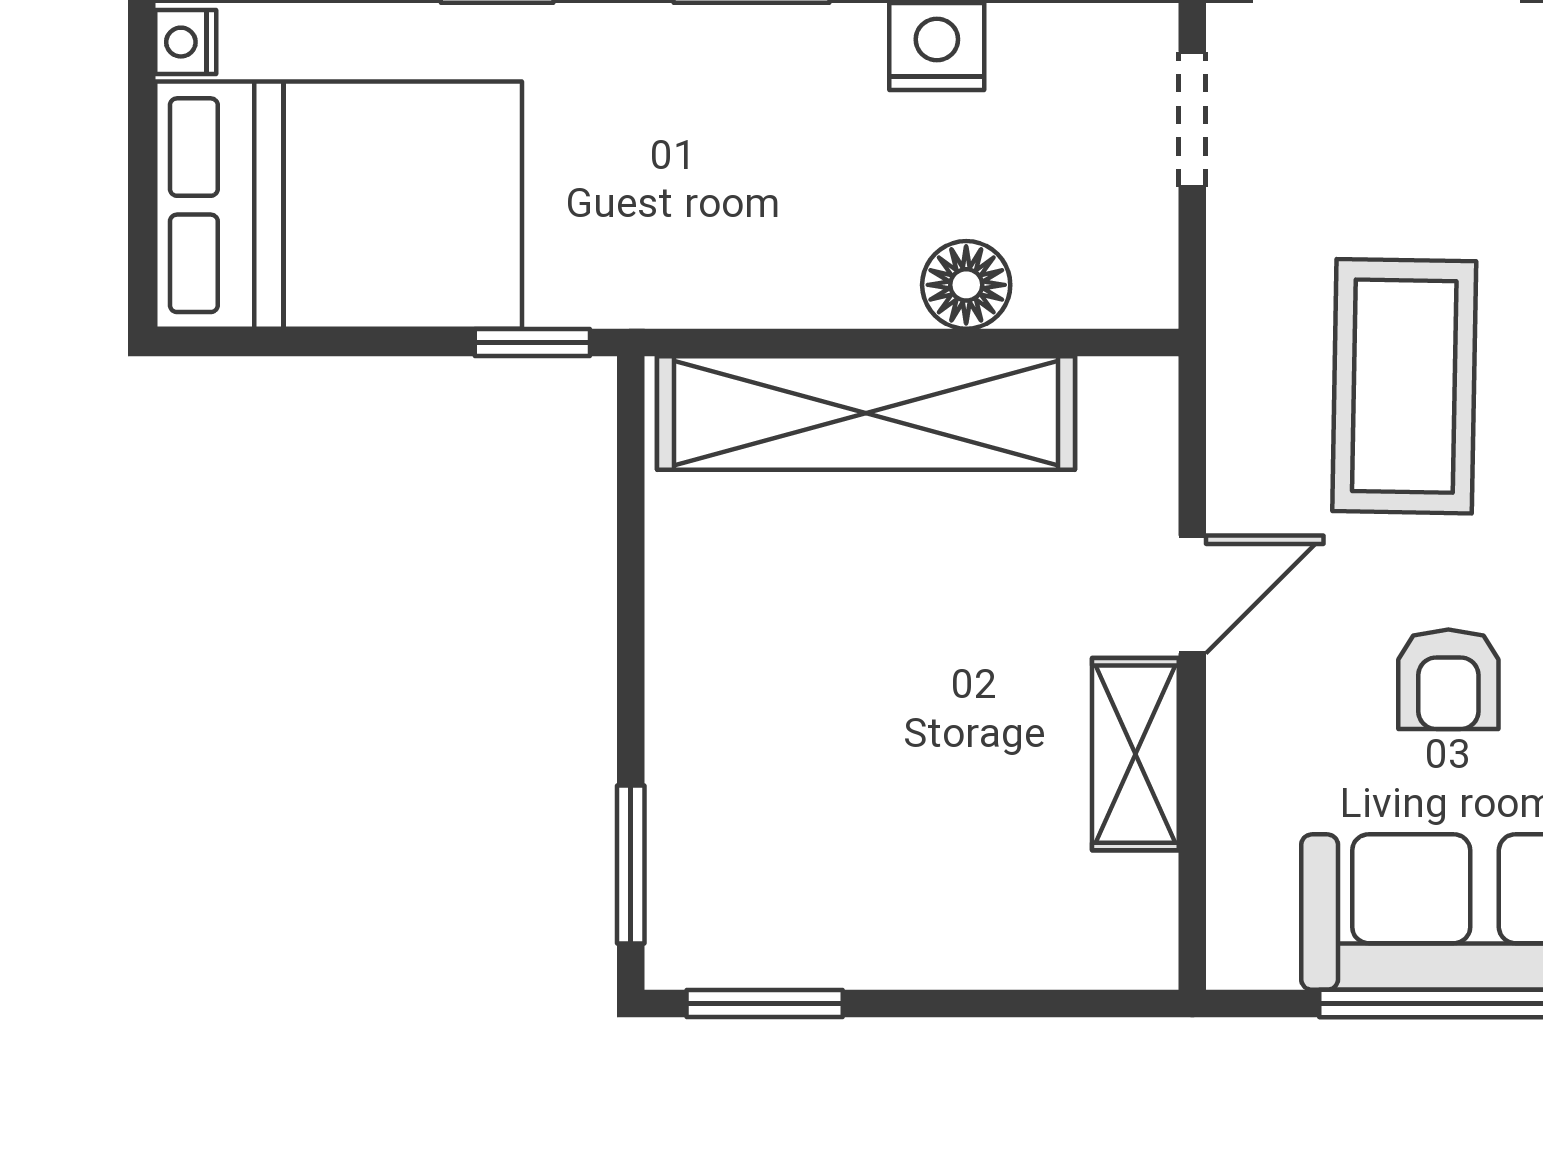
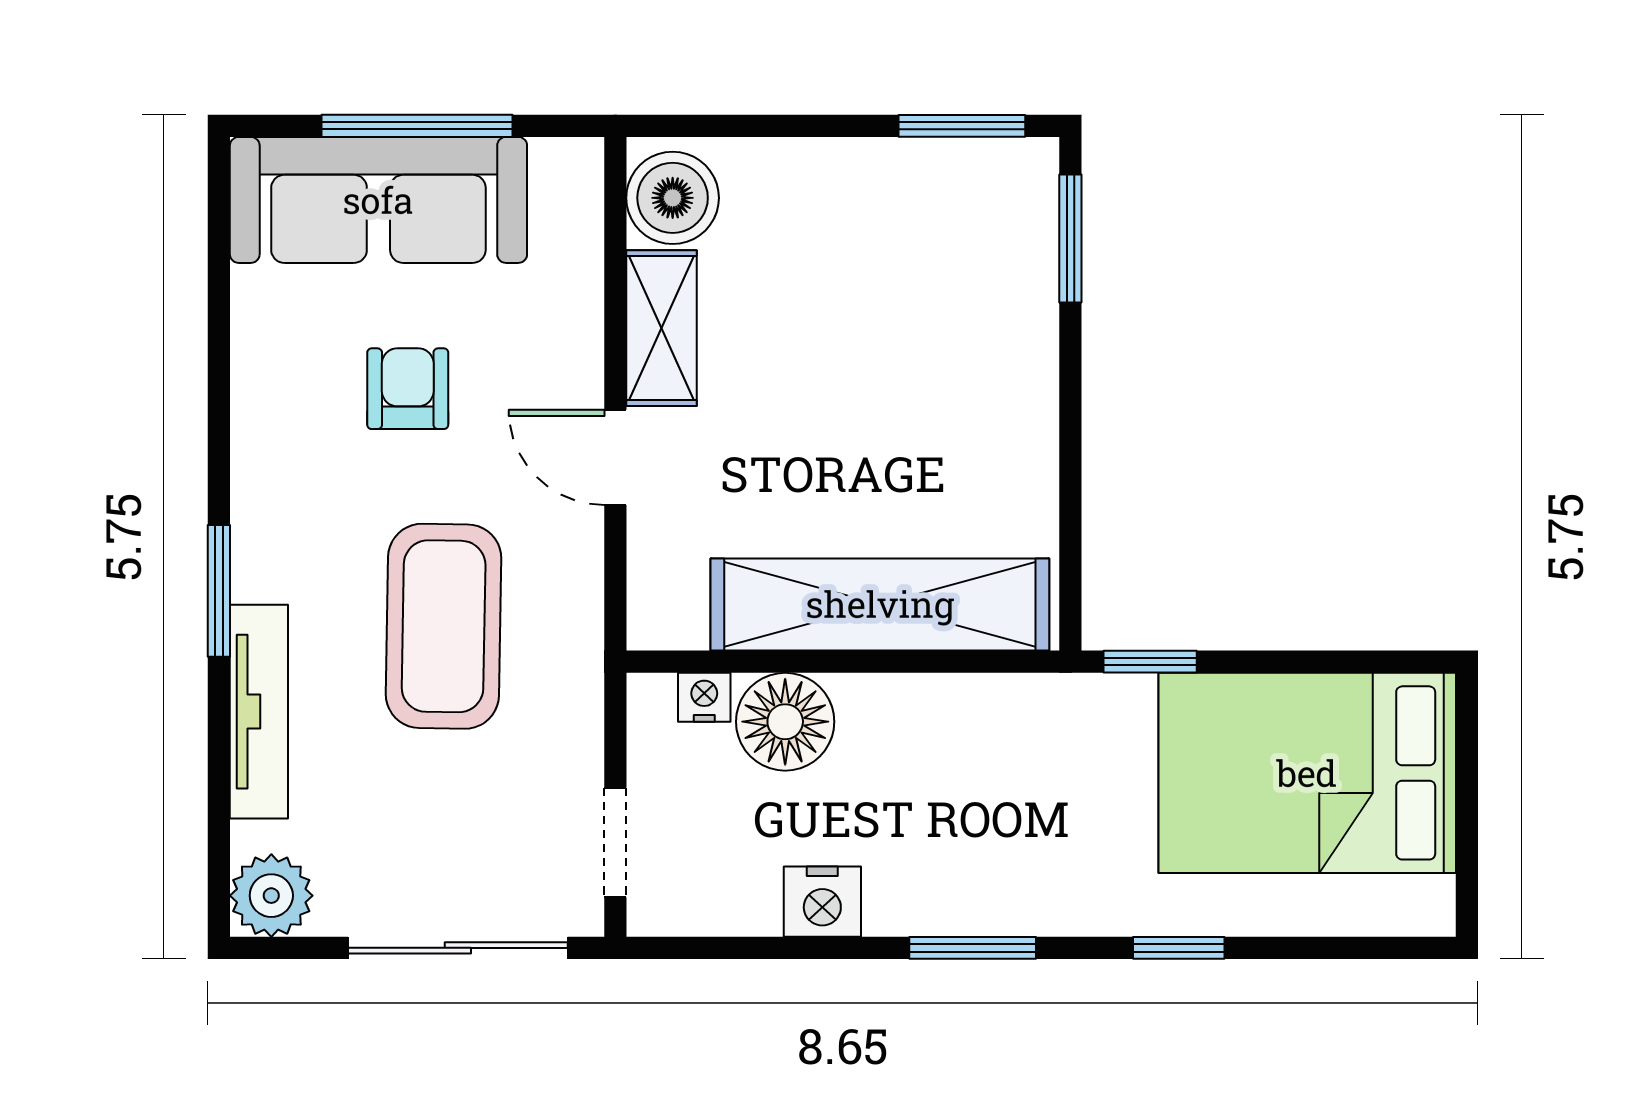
nightstand: (186, 42) -> (704, 697), moved, turned -90
floor lamp: (966, 285) -> (785, 722), width x1.38, depth x1.38
door: (1192, 595) -> (615, 457), hinge flipped
boiler: (1122, 915) -> (673, 198), added

